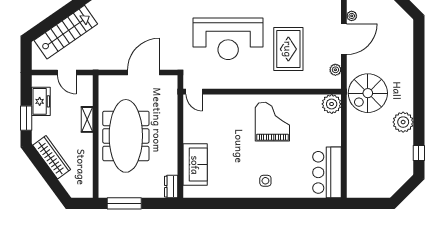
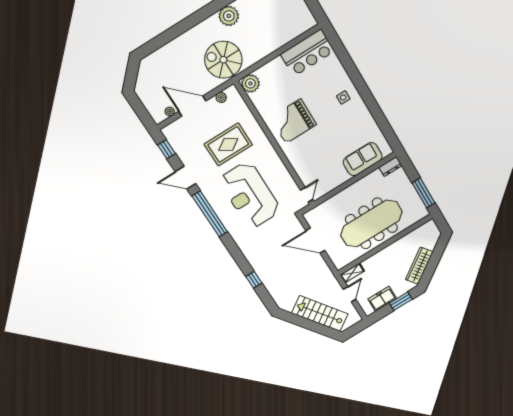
reception desk: (228, 39) -> (250, 195), turned 180
spiral stairs: (368, 93) -> (223, 60), turned 180
shelving: (87, 119) -> (352, 273), moved

